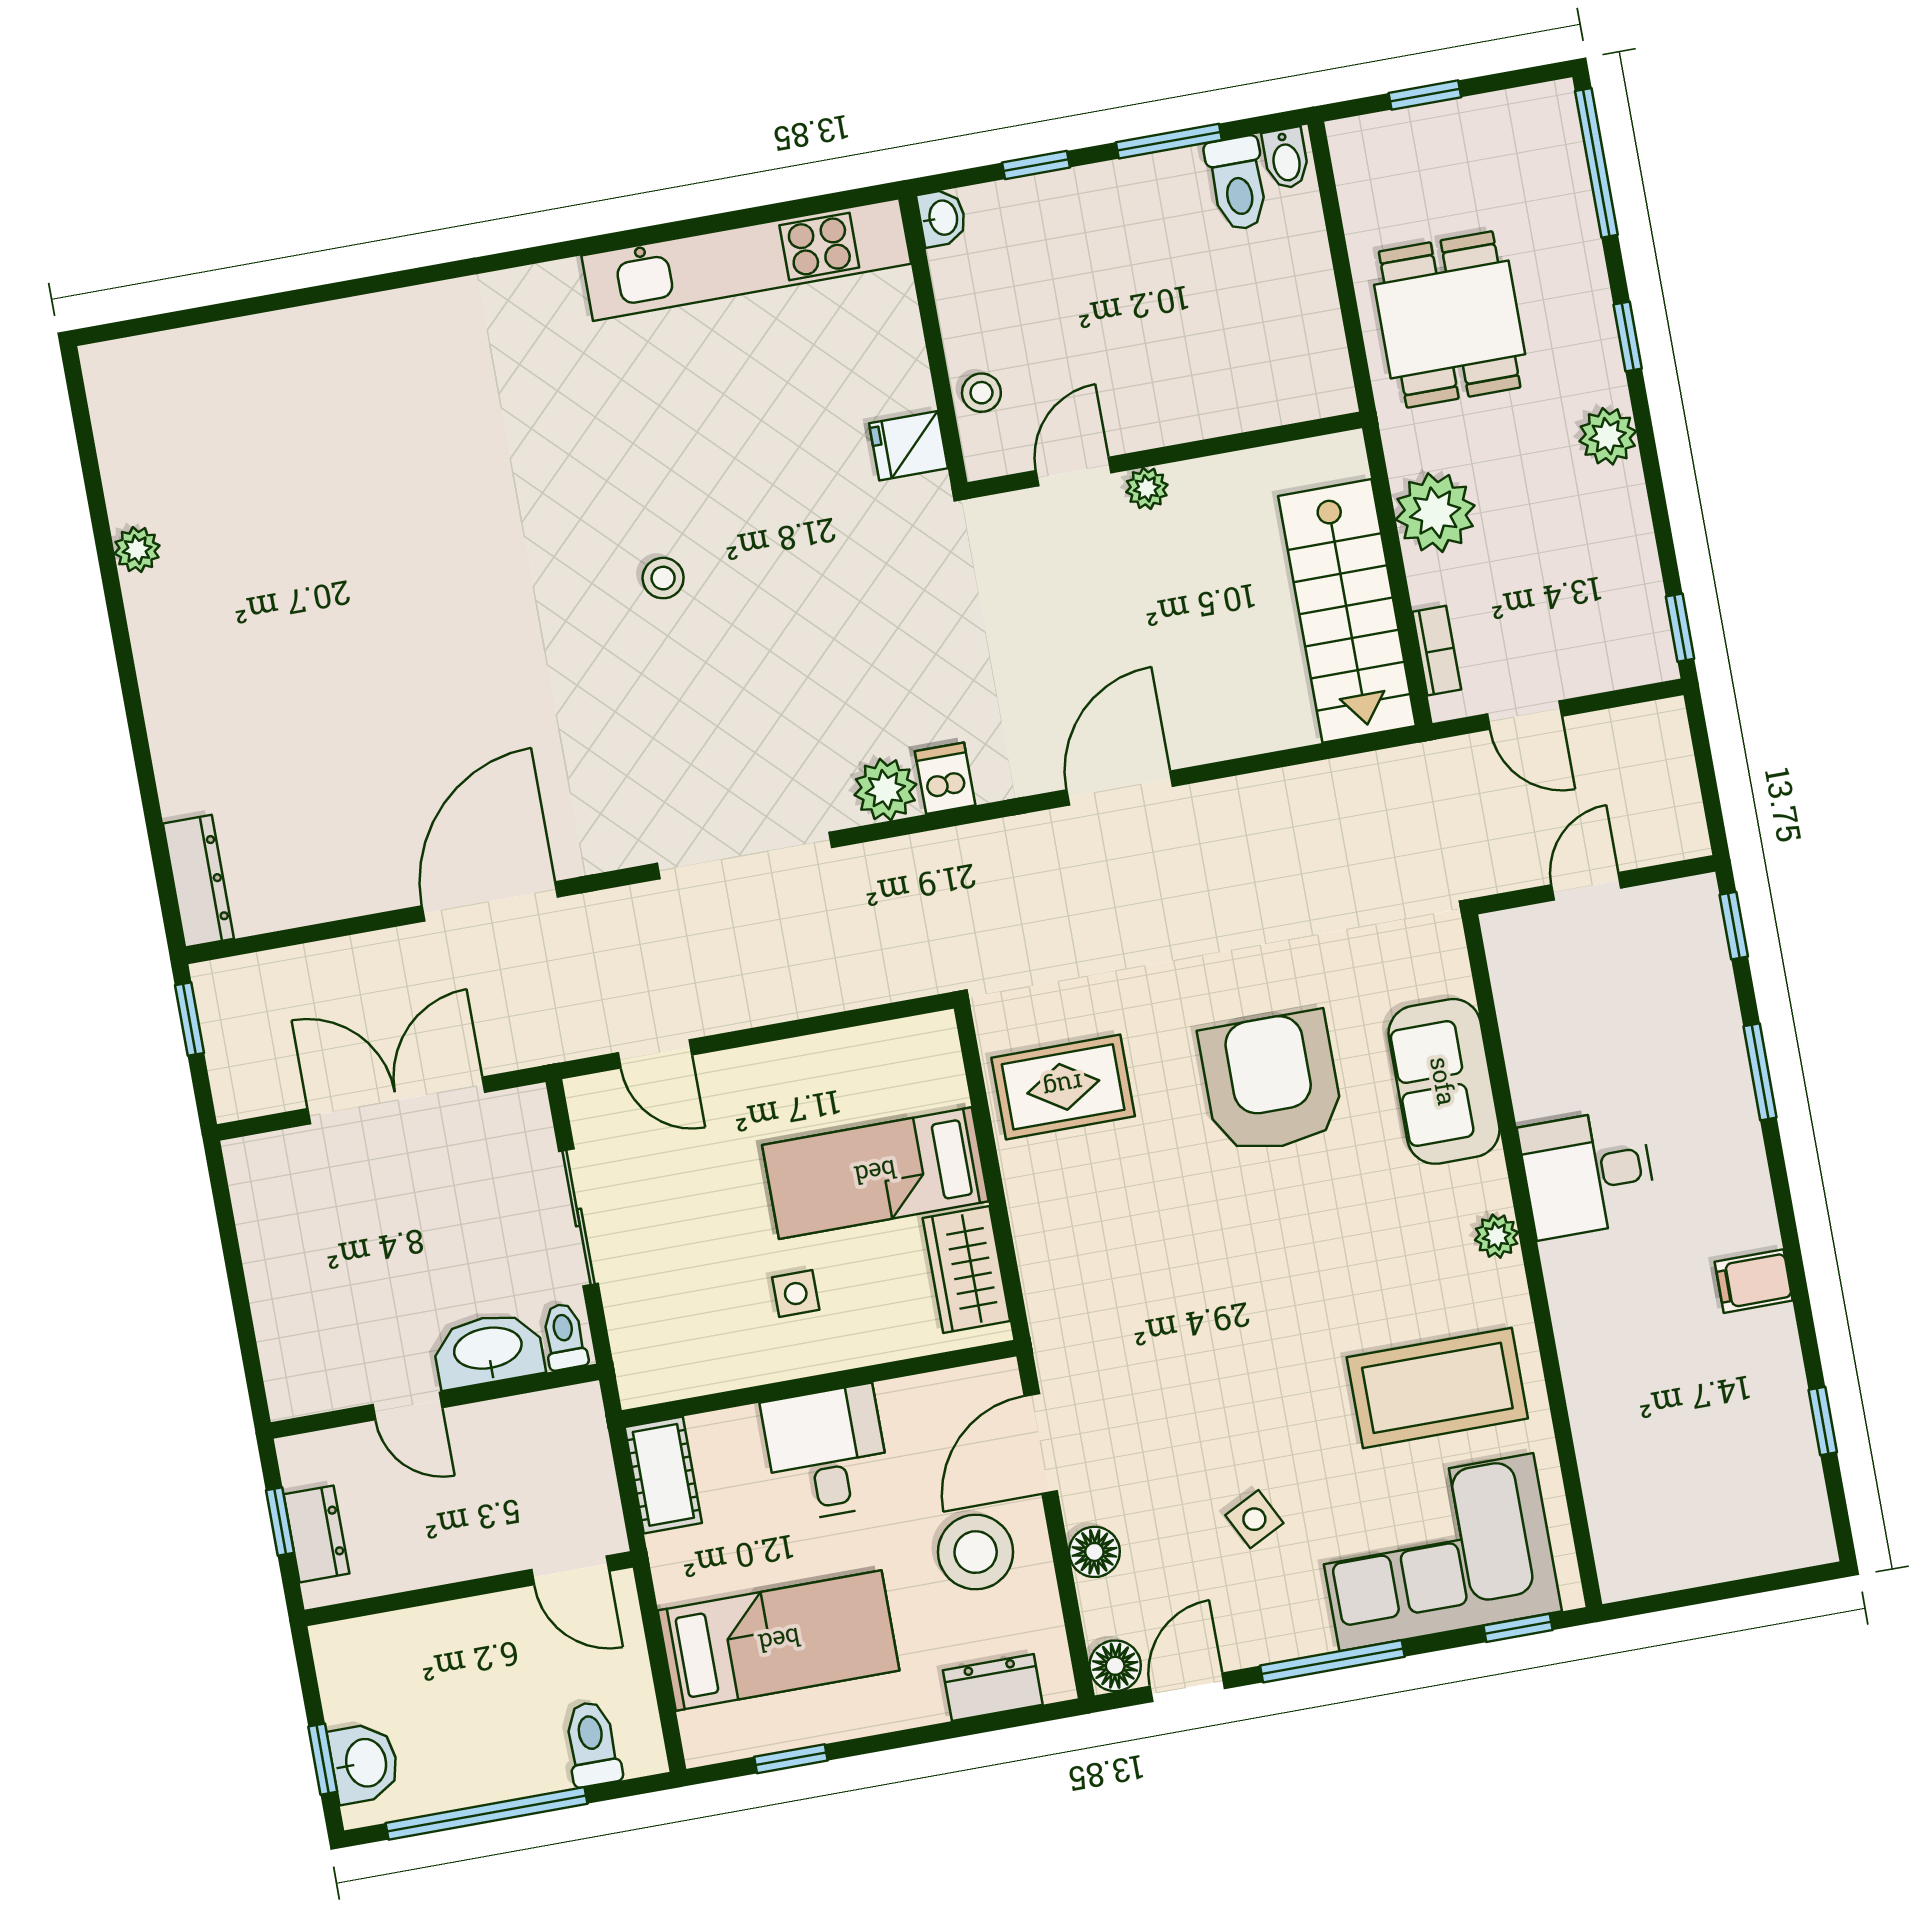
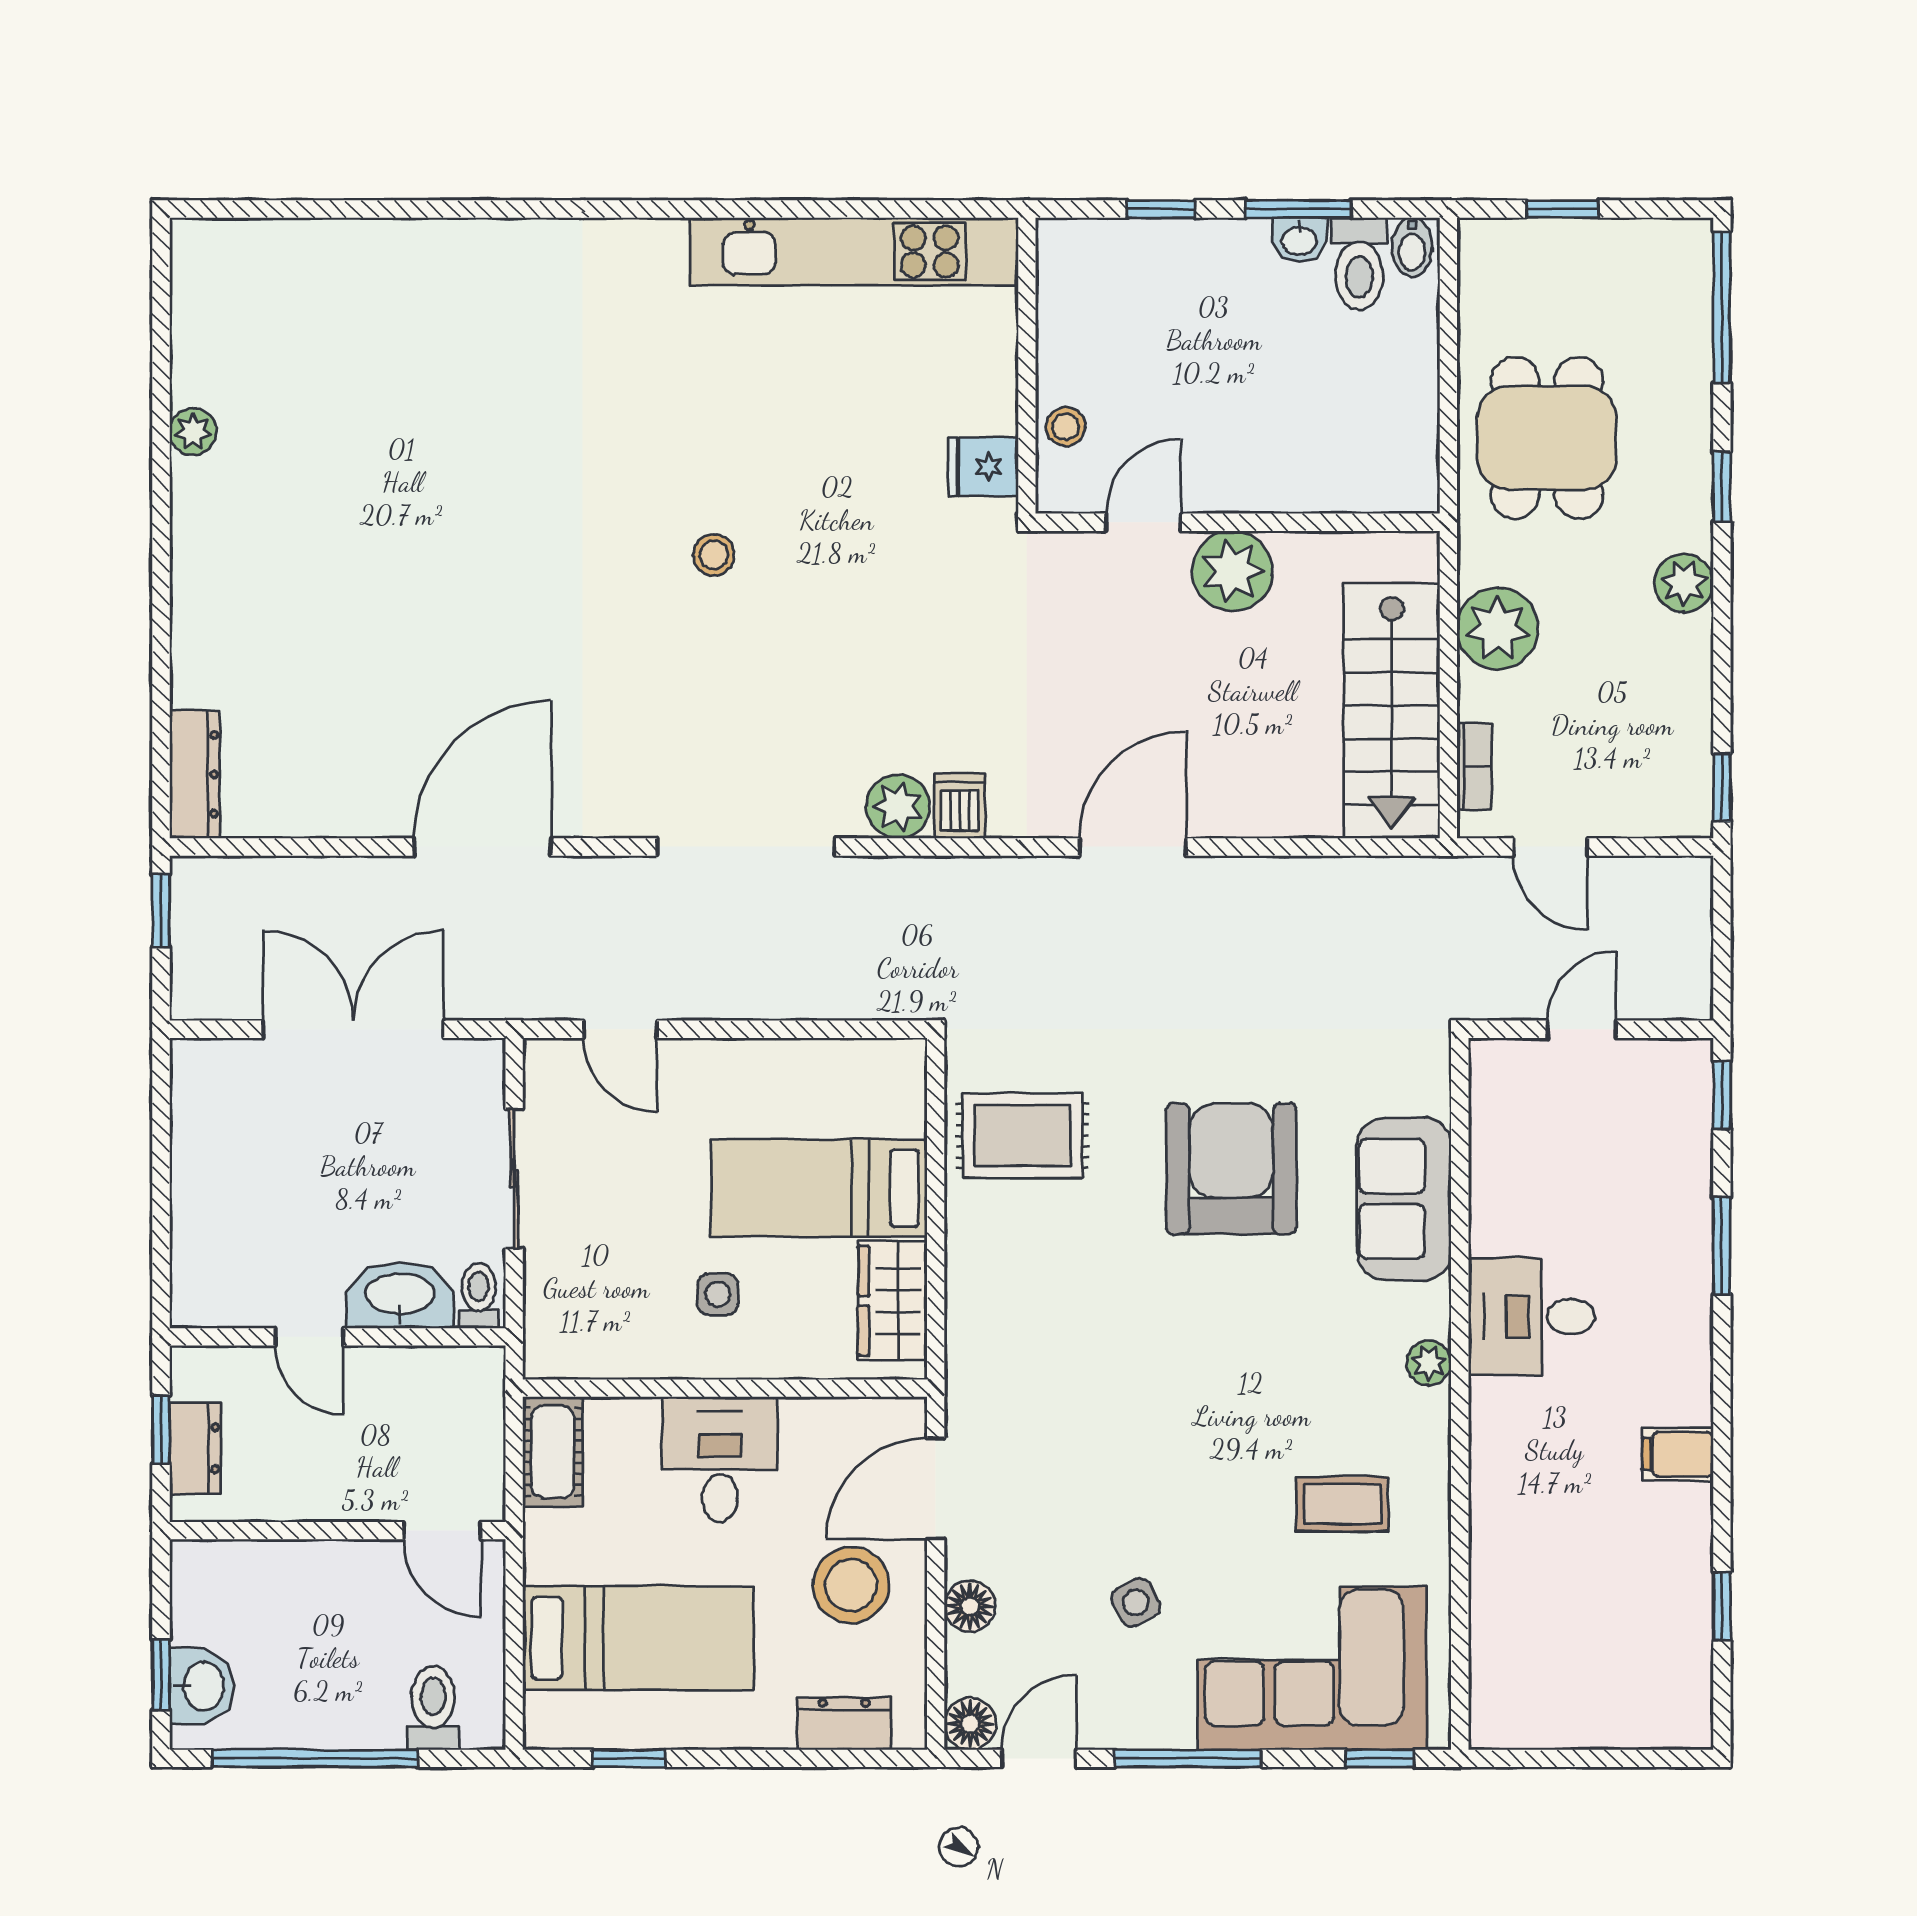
washbasin: (942, 218) -> (1299, 240), moved, turned 90
plant: (1147, 488) -> (1232, 571), width x1.88, depth x1.88
coffee table: (1437, 1388) -> (1342, 1504), width x0.54, depth x0.58

